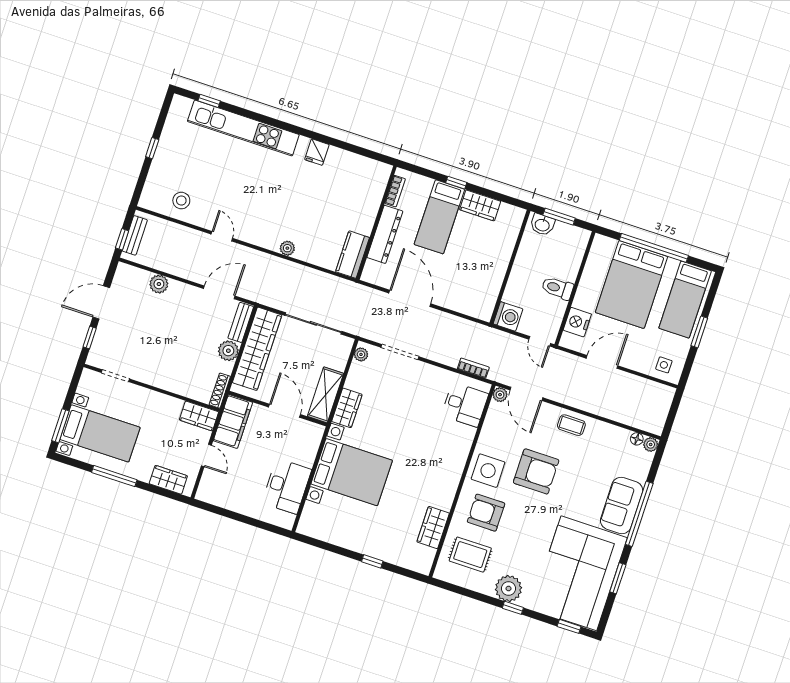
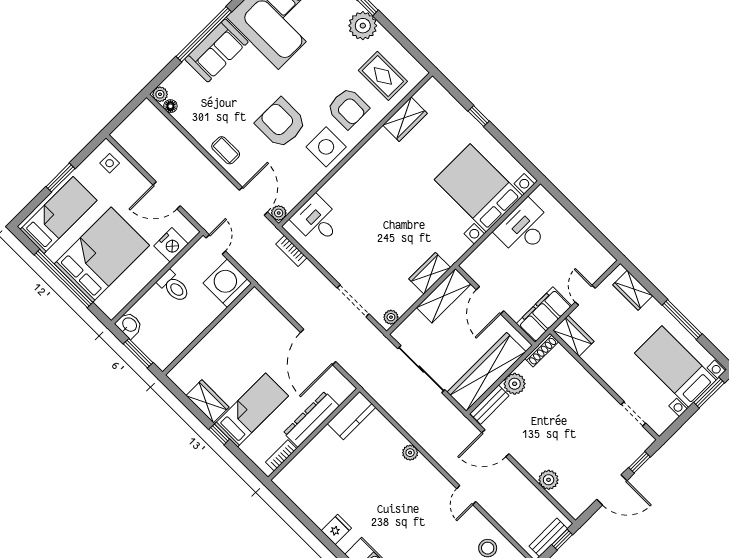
washbasin: (542, 225) -> (129, 325), moved
washing machine: (508, 316) -> (227, 283), width x1.37, depth x1.37
bed with nightstands: (352, 472) -> (478, 188), moved

